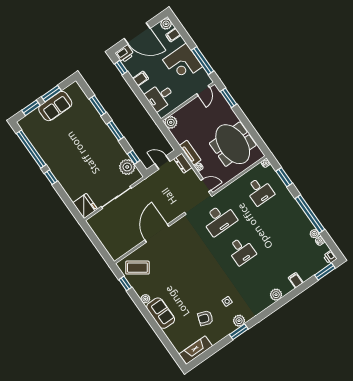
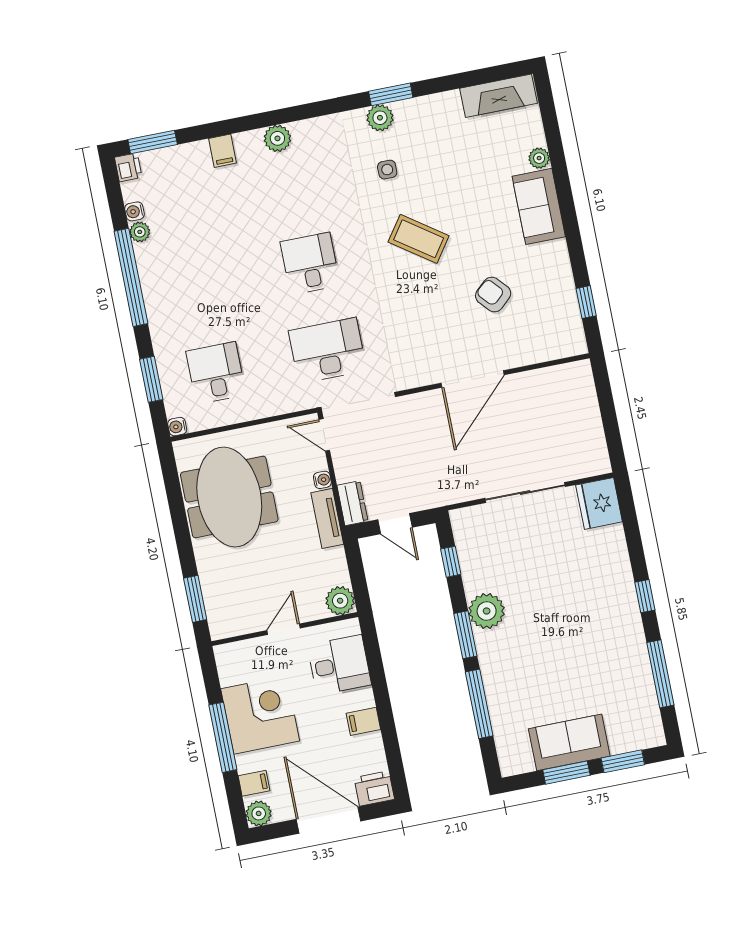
window: (202, 61) -> (223, 737), moved
window: (121, 68) -> (395, 763), removed
door: (203, 91) -> (284, 629), moved
window: (98, 106) -> (479, 704), width x1.44
window: (31, 149) -> (660, 674), width x0.68
plant: (127, 167) -> (487, 611), moved
coffee table: (137, 268) -> (419, 239), moved
plant: (145, 299) -> (539, 158), moved
armchair: (205, 318) -> (493, 294), moved, turned -152

